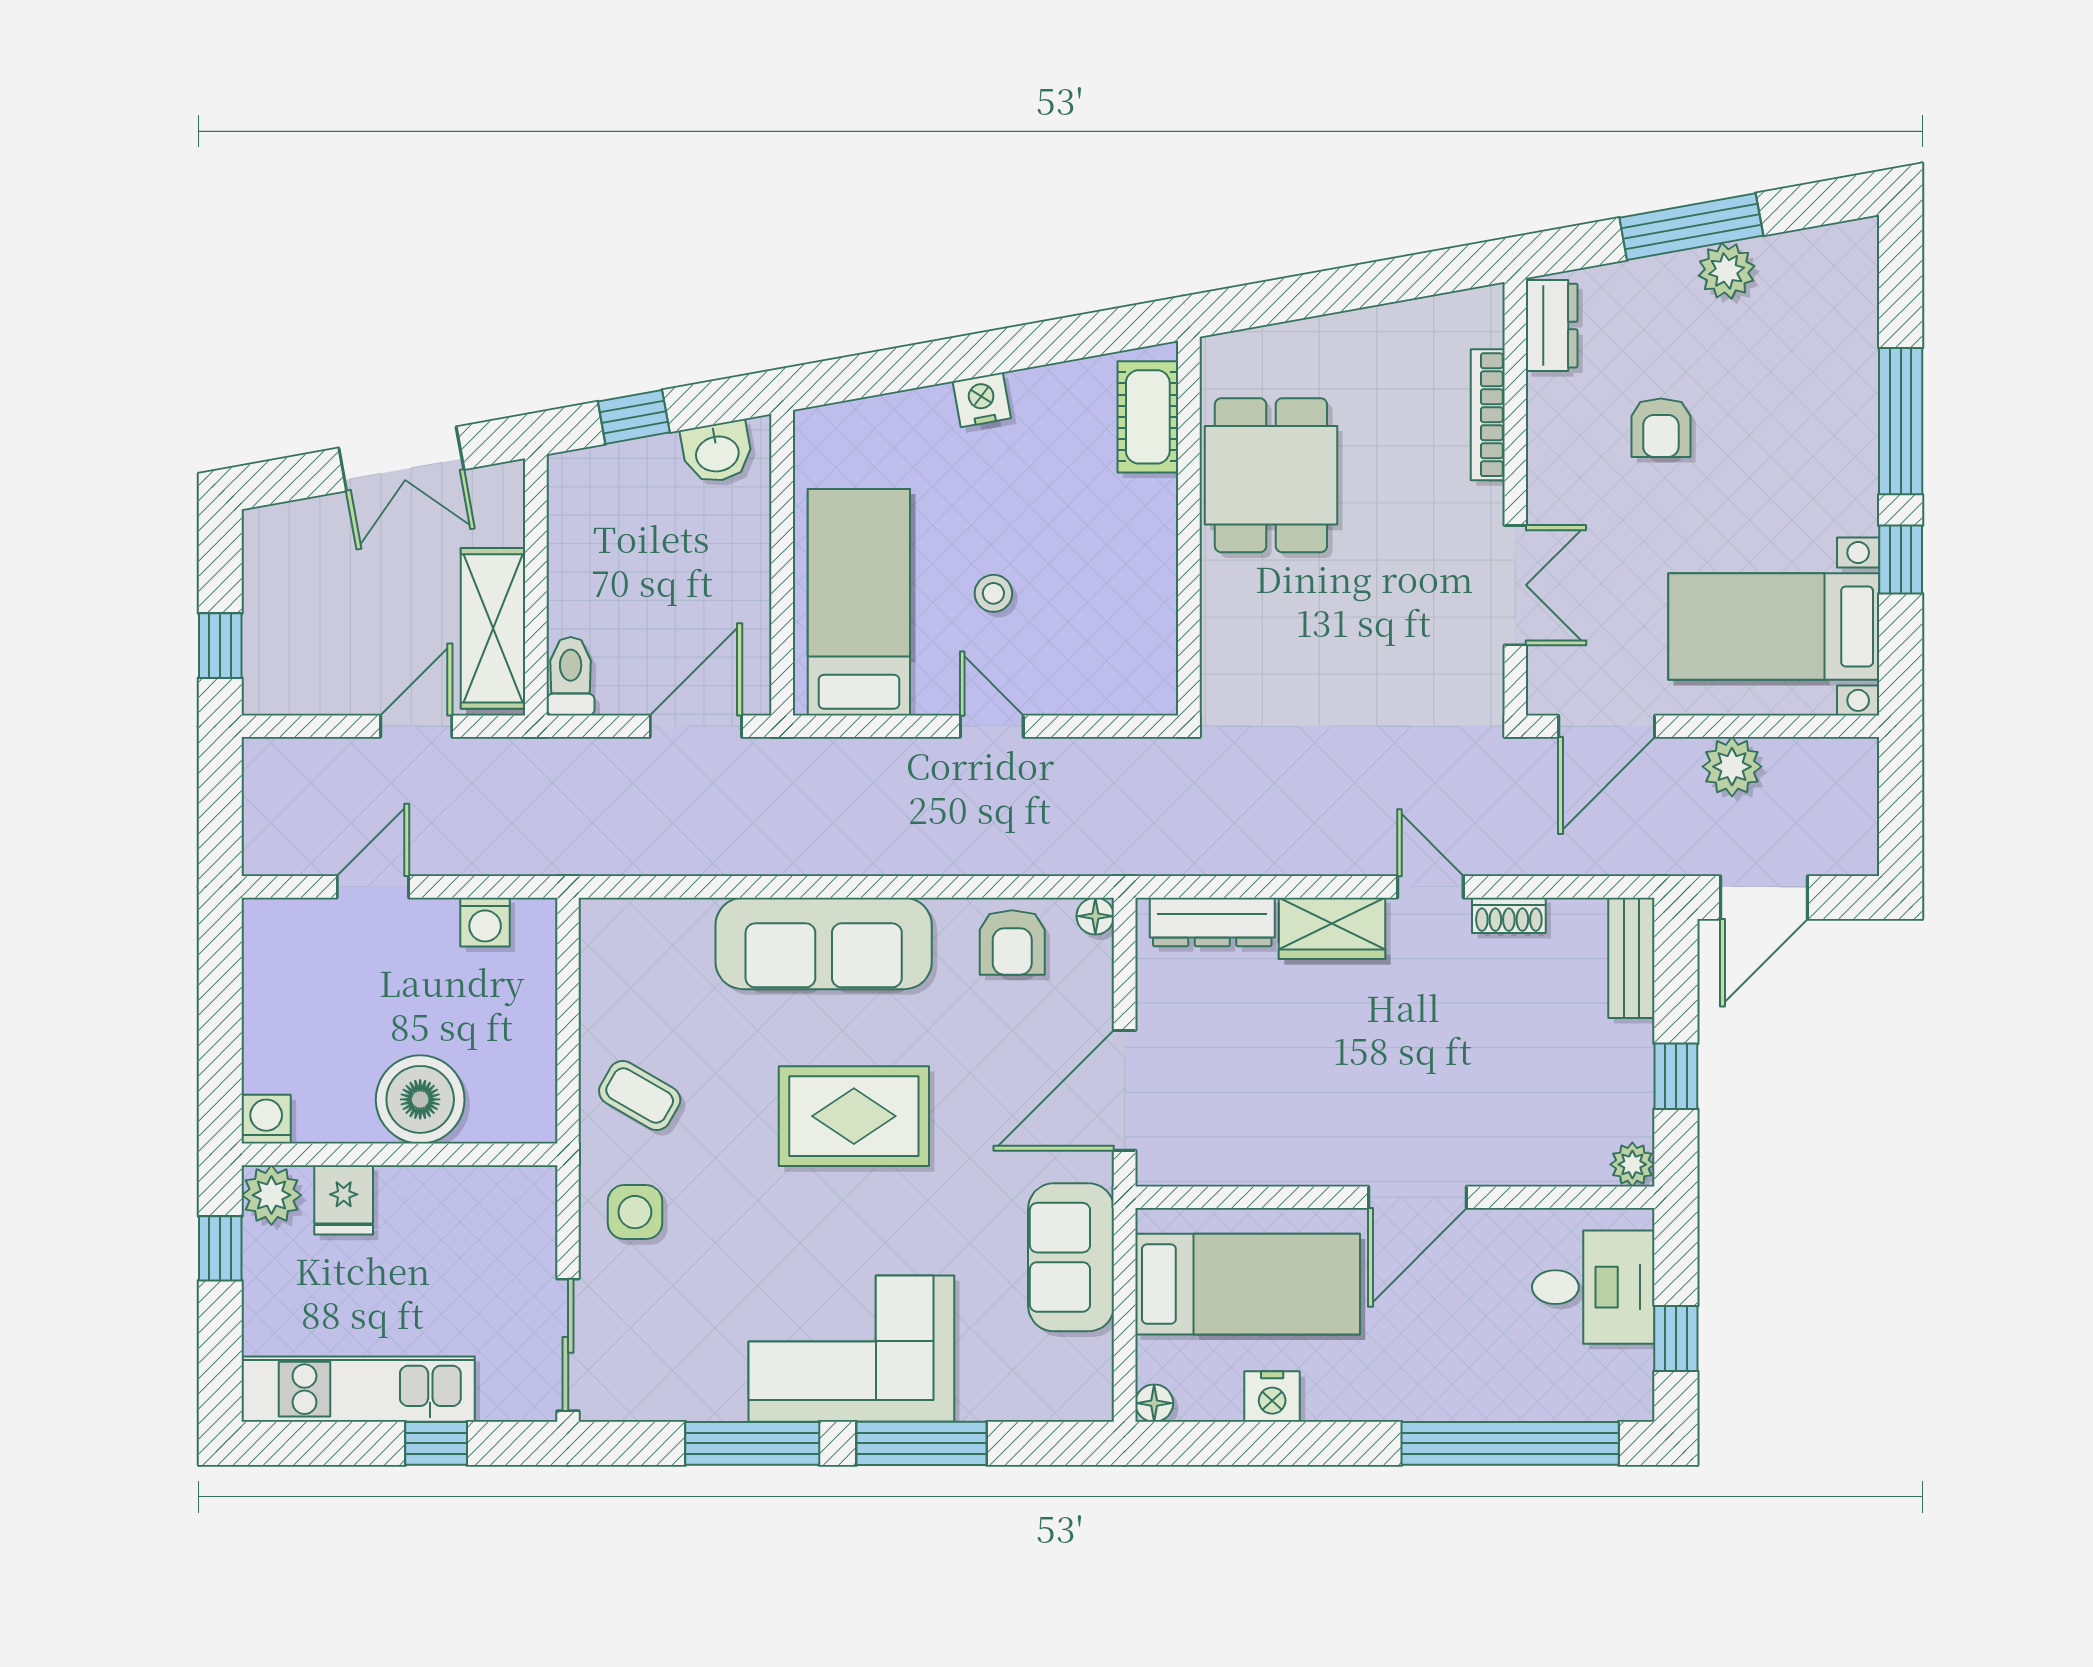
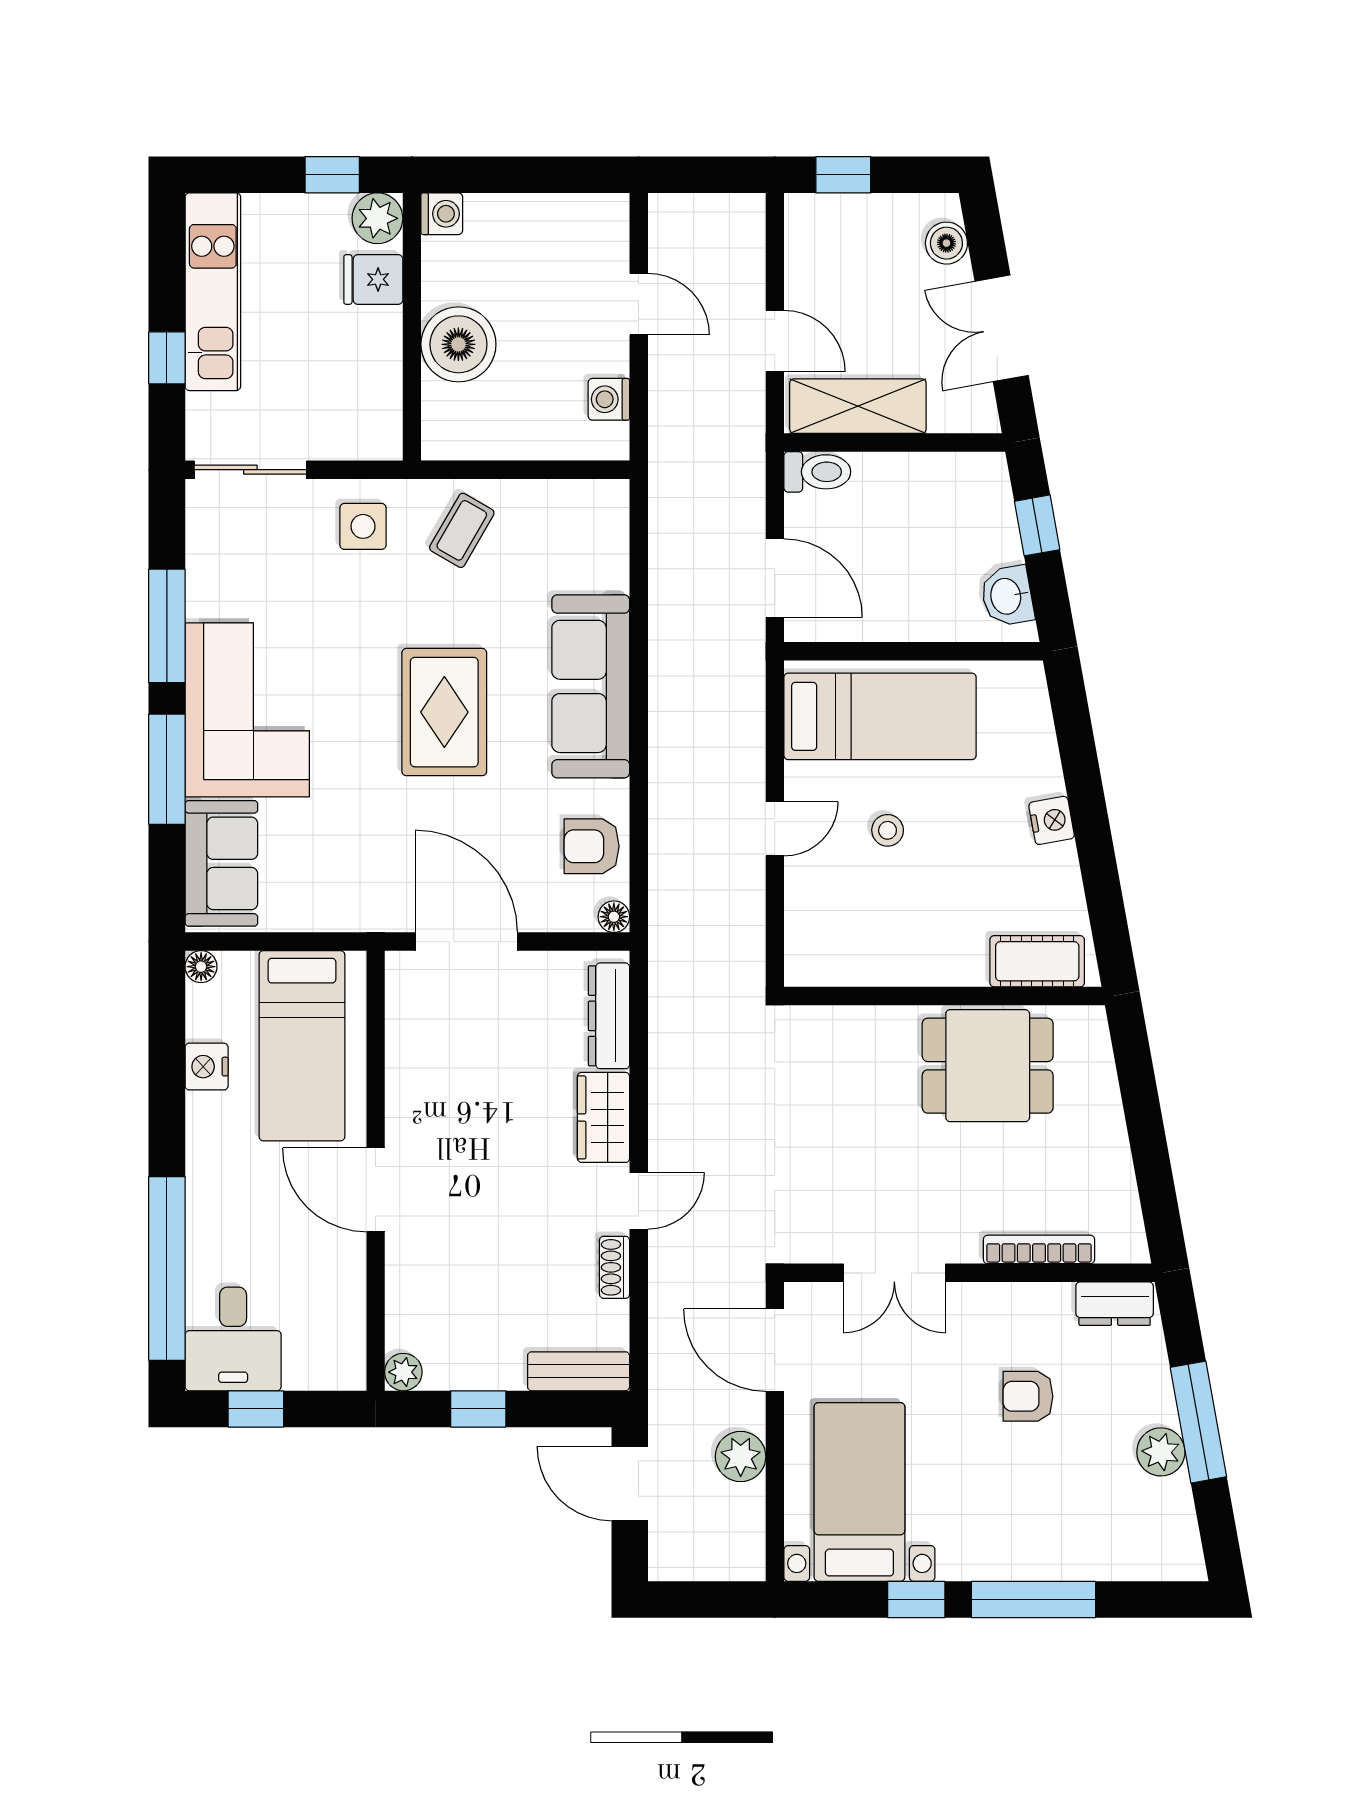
boiler: (301, 524) -> (946, 243), added
sofa: (1071, 1257) -> (221, 863), moved, turned 90
desk: (1593, 1287) -> (233, 1339), moved

